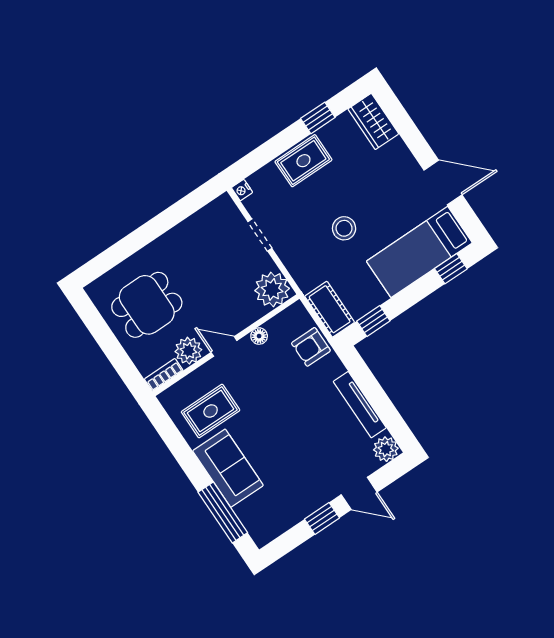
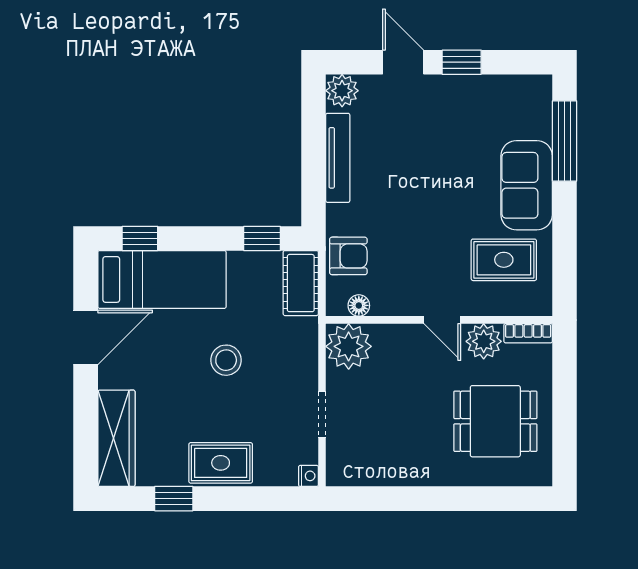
wardrobe: (373, 121) -> (116, 438), width x1.50
door: (443, 183) -> (86, 337), swing flipped
floor lamp: (259, 336) -> (359, 305), moved

